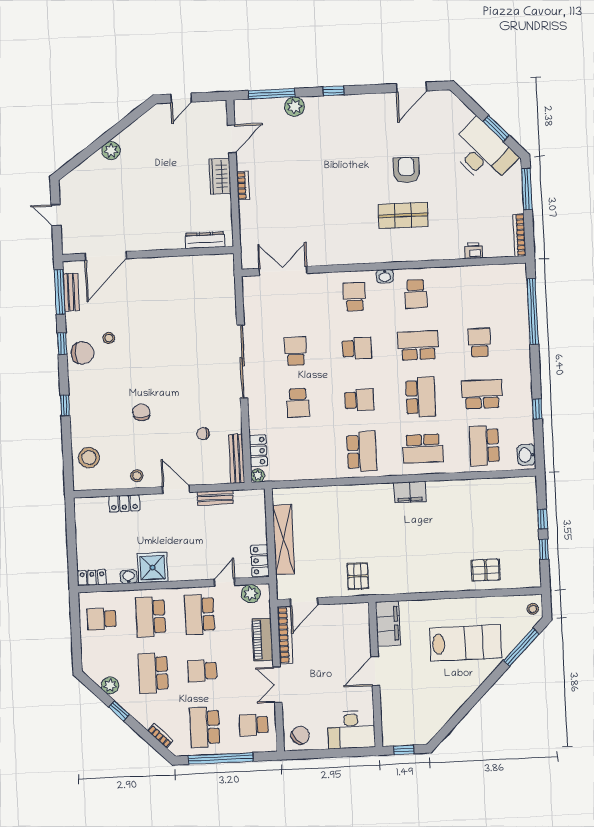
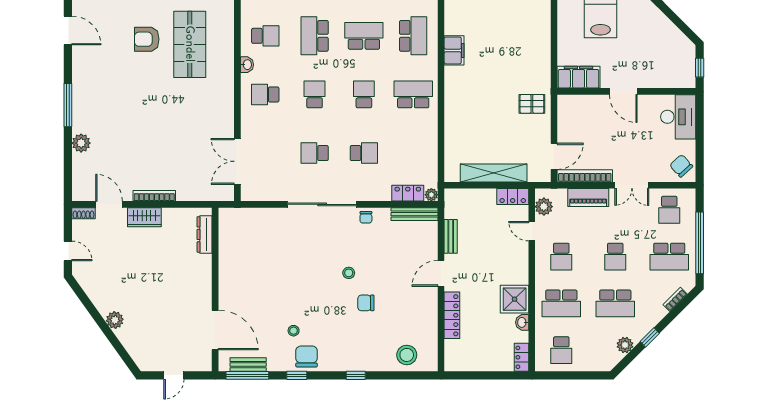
window: (334, 91) -> (68, 105), width x2.17
window: (272, 94) -> (68, 164), removed
shoe rack: (221, 112) -> (83, 213), added
bookcase: (243, 186) -> (154, 196), width x1.56
shop shelf: (403, 215) -> (190, 44), width x1.43, depth x1.36
chair: (203, 434) -> (366, 217), moved
stool: (137, 476) -> (349, 273), moved
locker: (124, 503) -> (452, 315), width x1.53
door: (304, 602) -> (554, 156), hinge flipped
school desk: (199, 614) -> (561, 257), width x0.54

